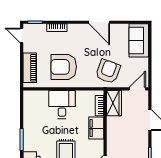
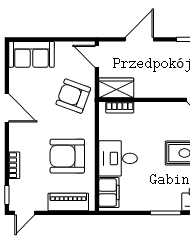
door: (99, 22) -> (7, 108), hinge flipped
armchair: (64, 67) -> (67, 156), turned 90
filing cabinet: (96, 128) -> (109, 193), moved, turned -90

